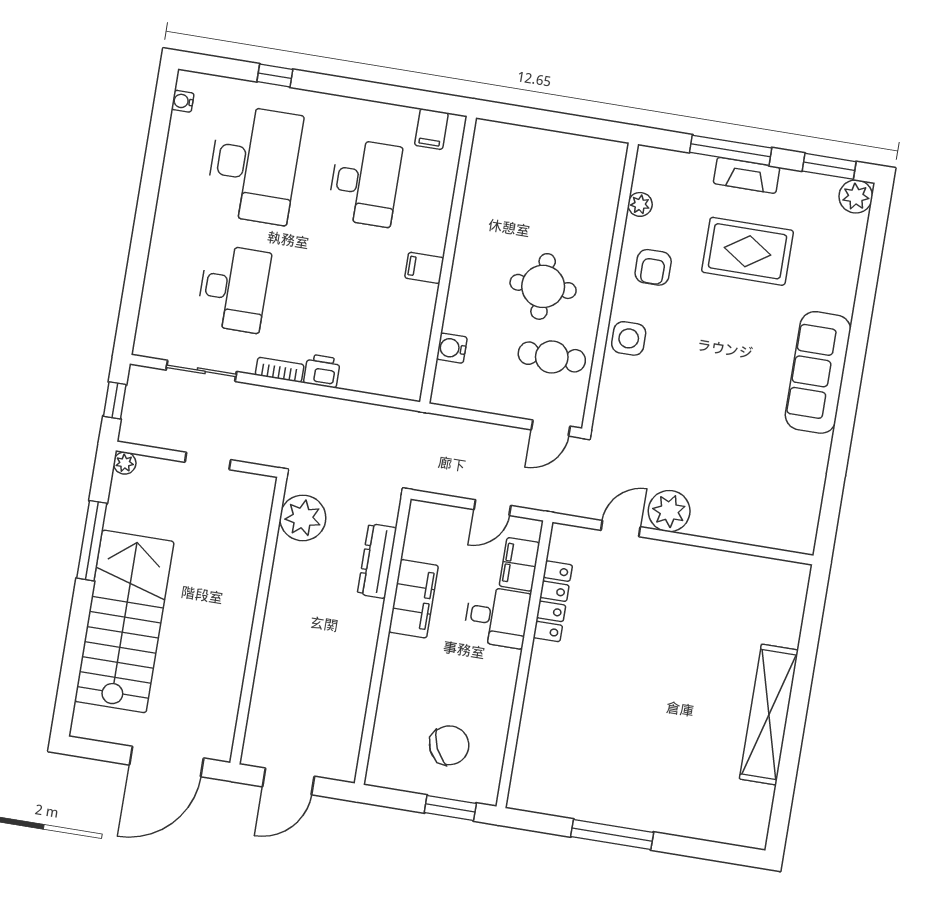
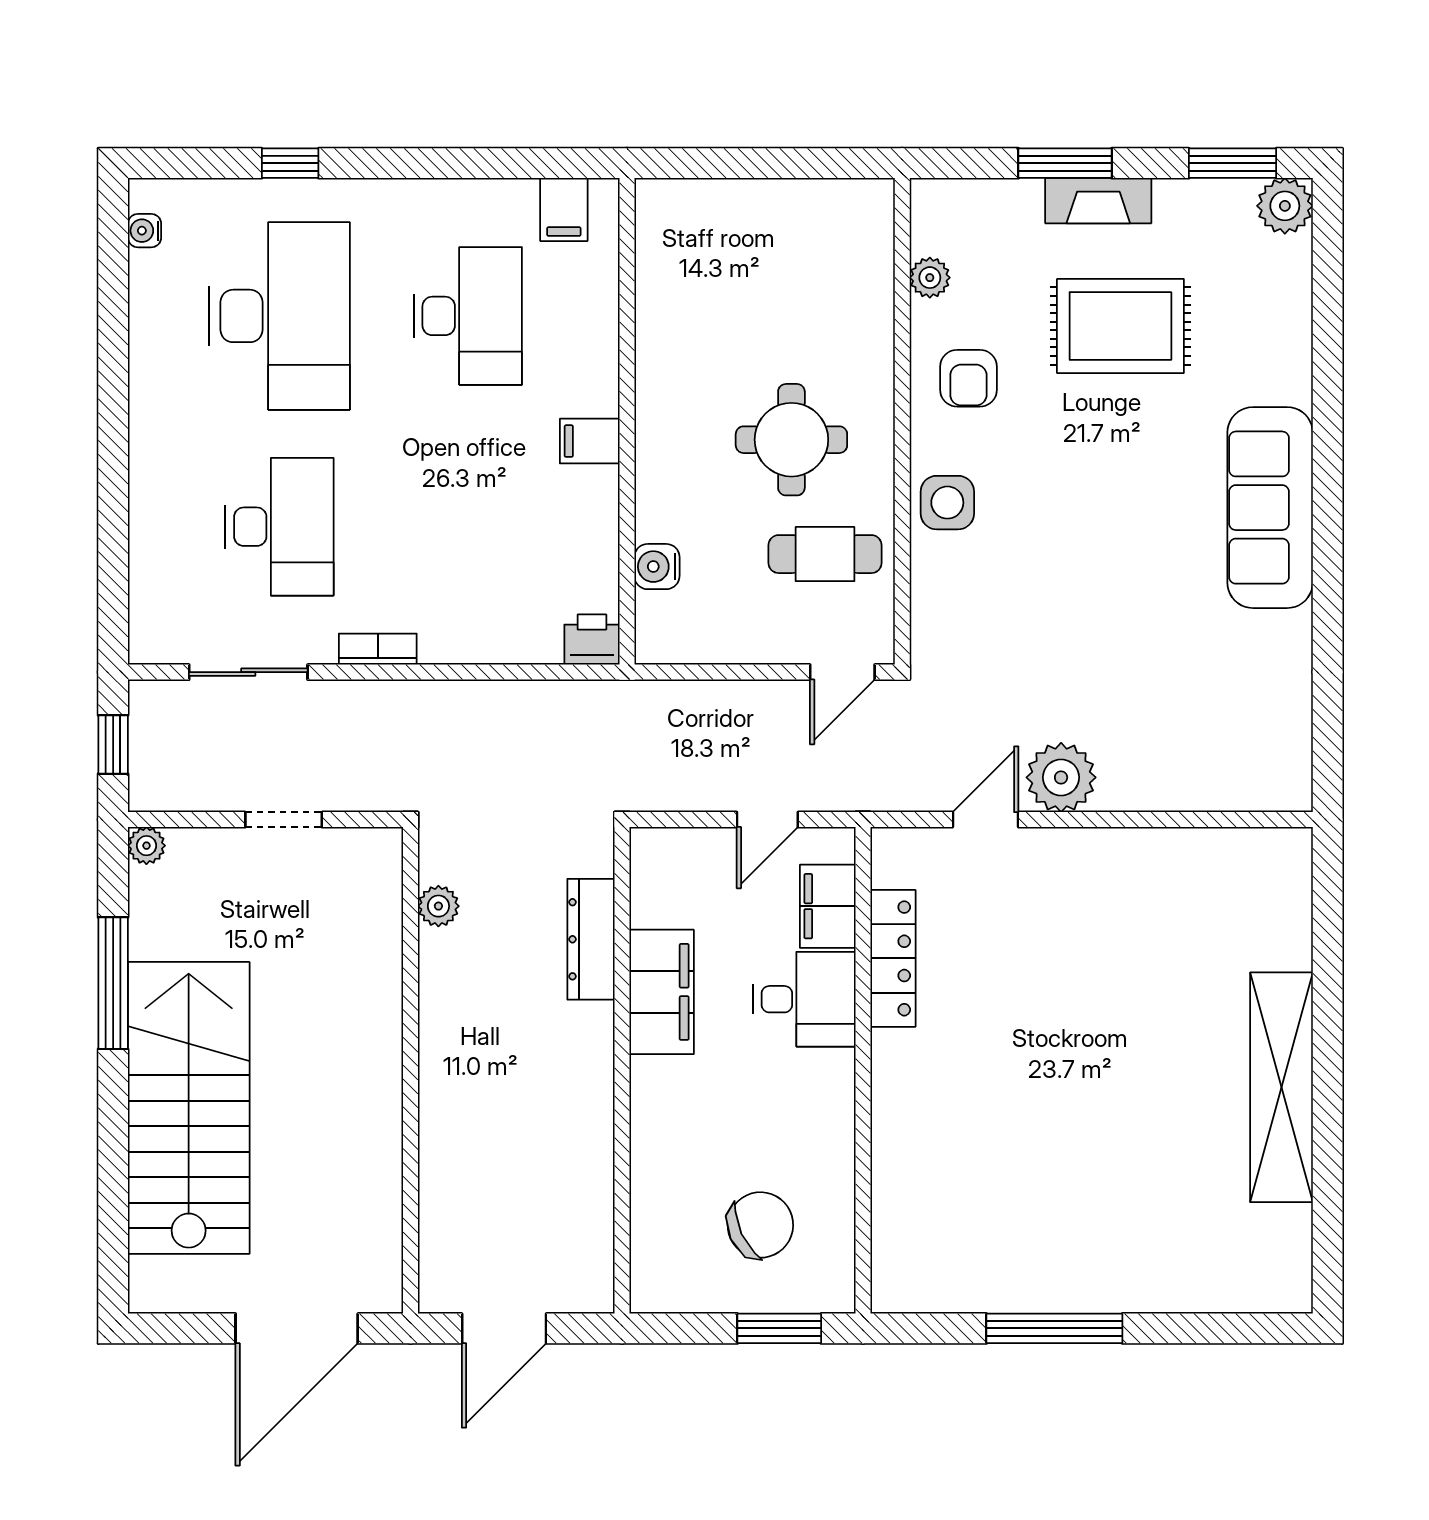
window: (731, 150) -> (1065, 163), width x0.69
printer: (322, 371) -> (592, 640), moved
plant: (303, 518) -> (438, 906), width x0.53, depth x0.53

